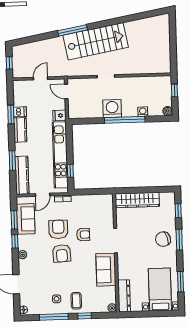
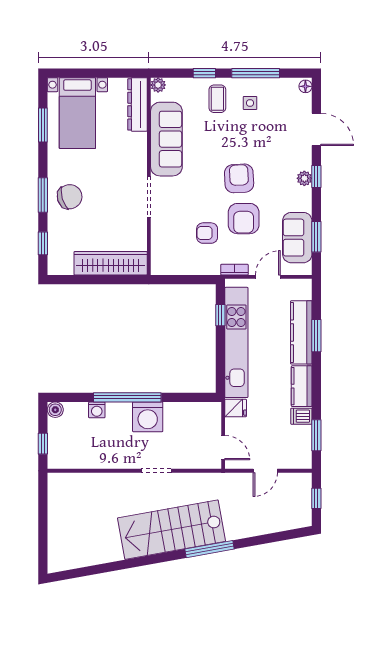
window: (11, 115) -> (316, 435), moved
kitchen counter: (22, 175) -> (301, 332), moved
armchair: (83, 235) -> (207, 233), moved
window: (15, 241) -> (316, 176), moved
sofa: (106, 270) -> (166, 139), width x1.36

